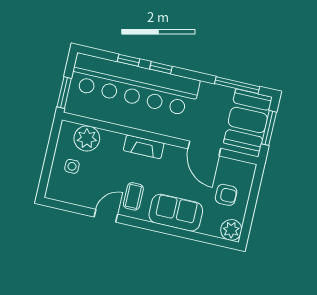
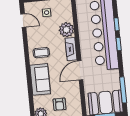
plant: (87, 138) -> (66, 30), moved
door: (204, 149) -> (80, 70), moved
door: (106, 216) -> (23, 20), moved

